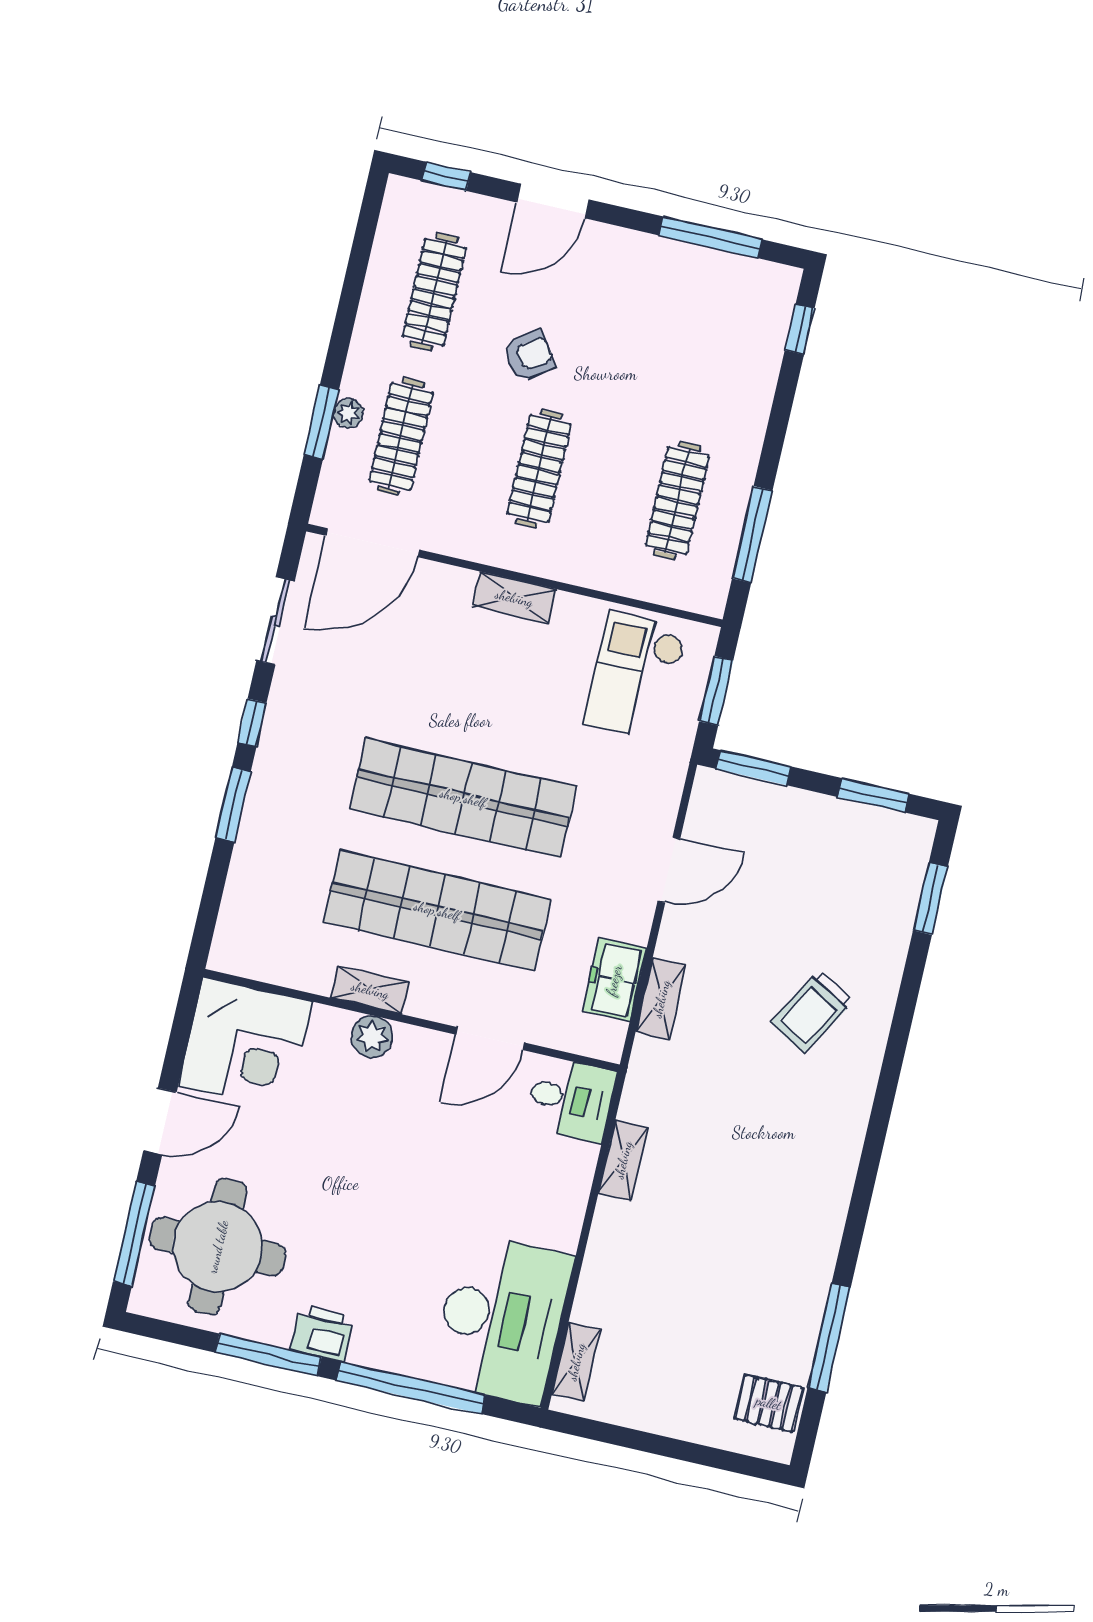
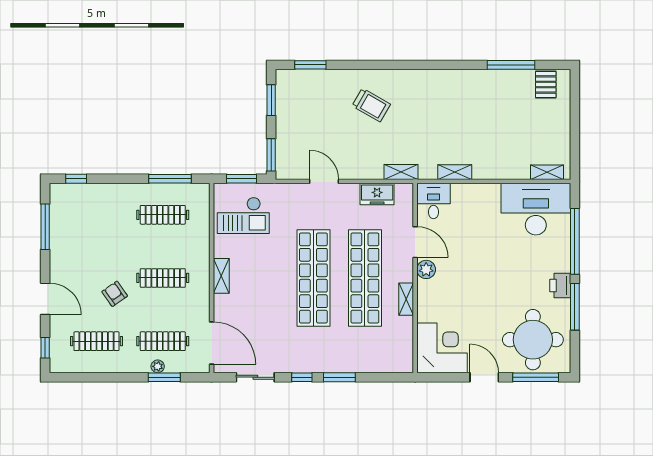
shelving: (661, 999) -> (401, 172), moved
plant: (372, 1037) -> (426, 269), moved

